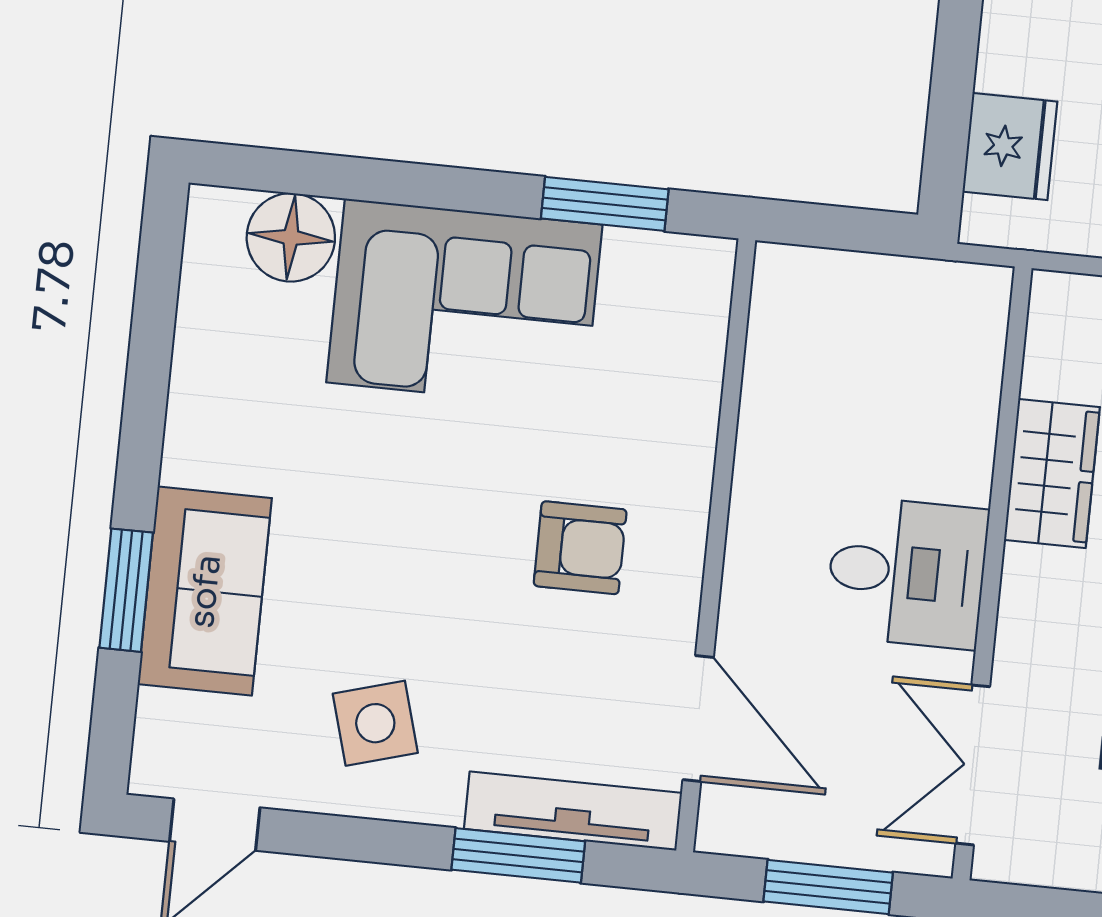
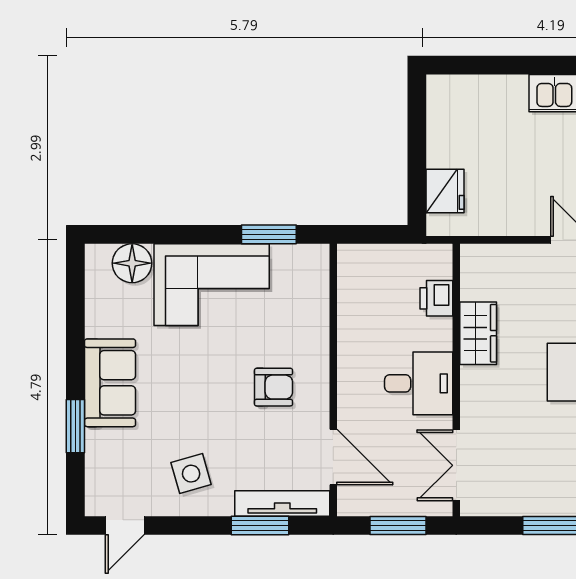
printer: (966, 386) -> (436, 298), added
sofa: (205, 591) -> (110, 383), moved

